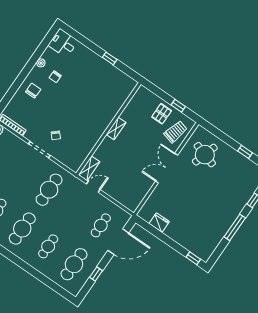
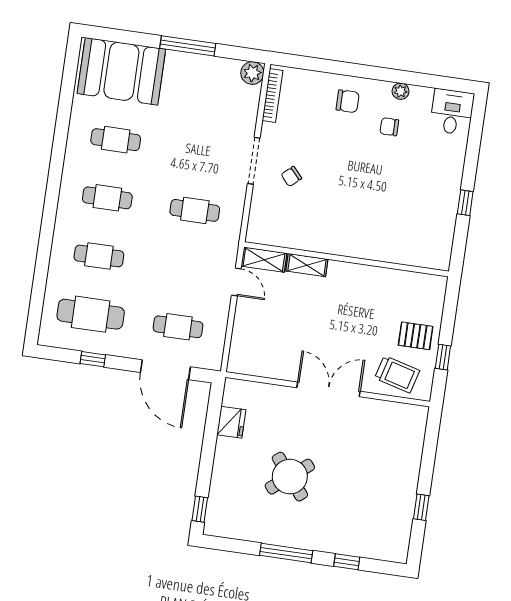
shelving: (116, 128) -> (307, 265), moved
round table: (205, 155) -> (290, 477), moved, turned 34
cafe table: (49, 190) -> (195, 210), width x0.73, depth x0.74
cafe table: (22, 229) -> (107, 198), width x0.73, depth x0.74

